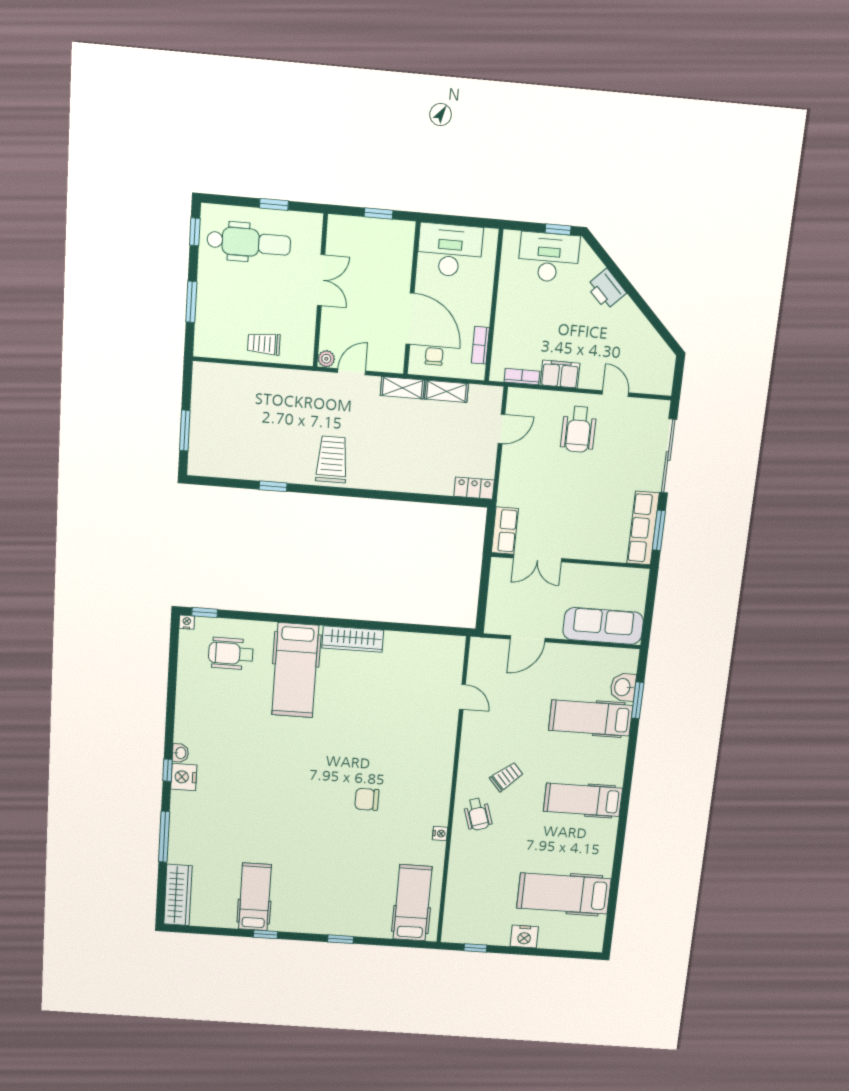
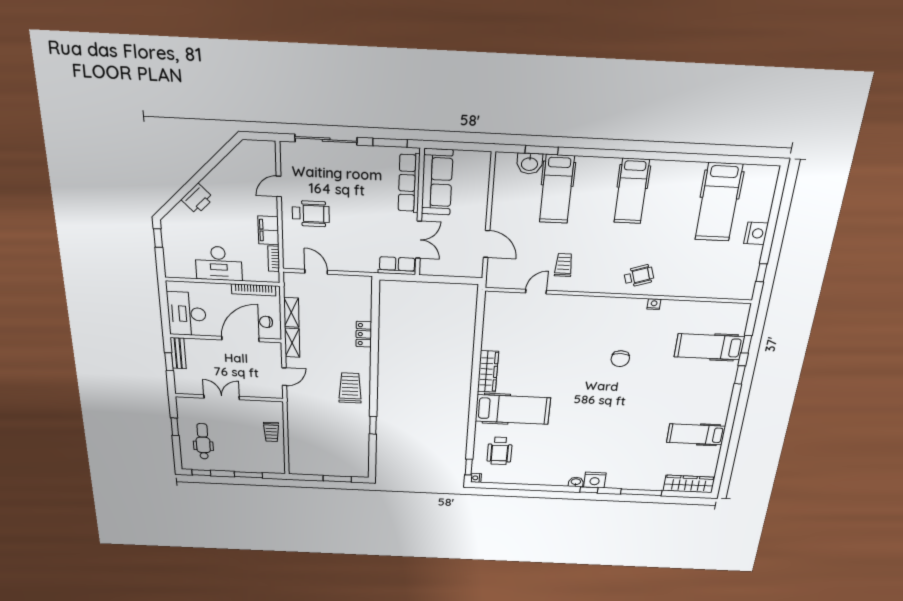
bench: (391, 229) -> (178, 353), added
dental chair: (249, 242) -> (203, 441), width x0.73, depth x0.72
desk: (549, 257) -> (219, 263), moved, turned -90
bookcase: (480, 345) -> (254, 290), width x1.56
plant: (326, 359) -> (277, 393), removed
door: (352, 372) -> (284, 377), swing flipped
trolley: (332, 459) -> (350, 388), turned 90
locker: (474, 488) -> (364, 334), moved
row of seats: (643, 528) -> (409, 183), moved, turned 90
sofa: (603, 626) -> (437, 182), moved, turned 180
trolley: (506, 777) -> (564, 265), moved, turned 41
hospital bed: (412, 903) -> (709, 347), moved
window: (265, 934) -> (746, 344), moved

